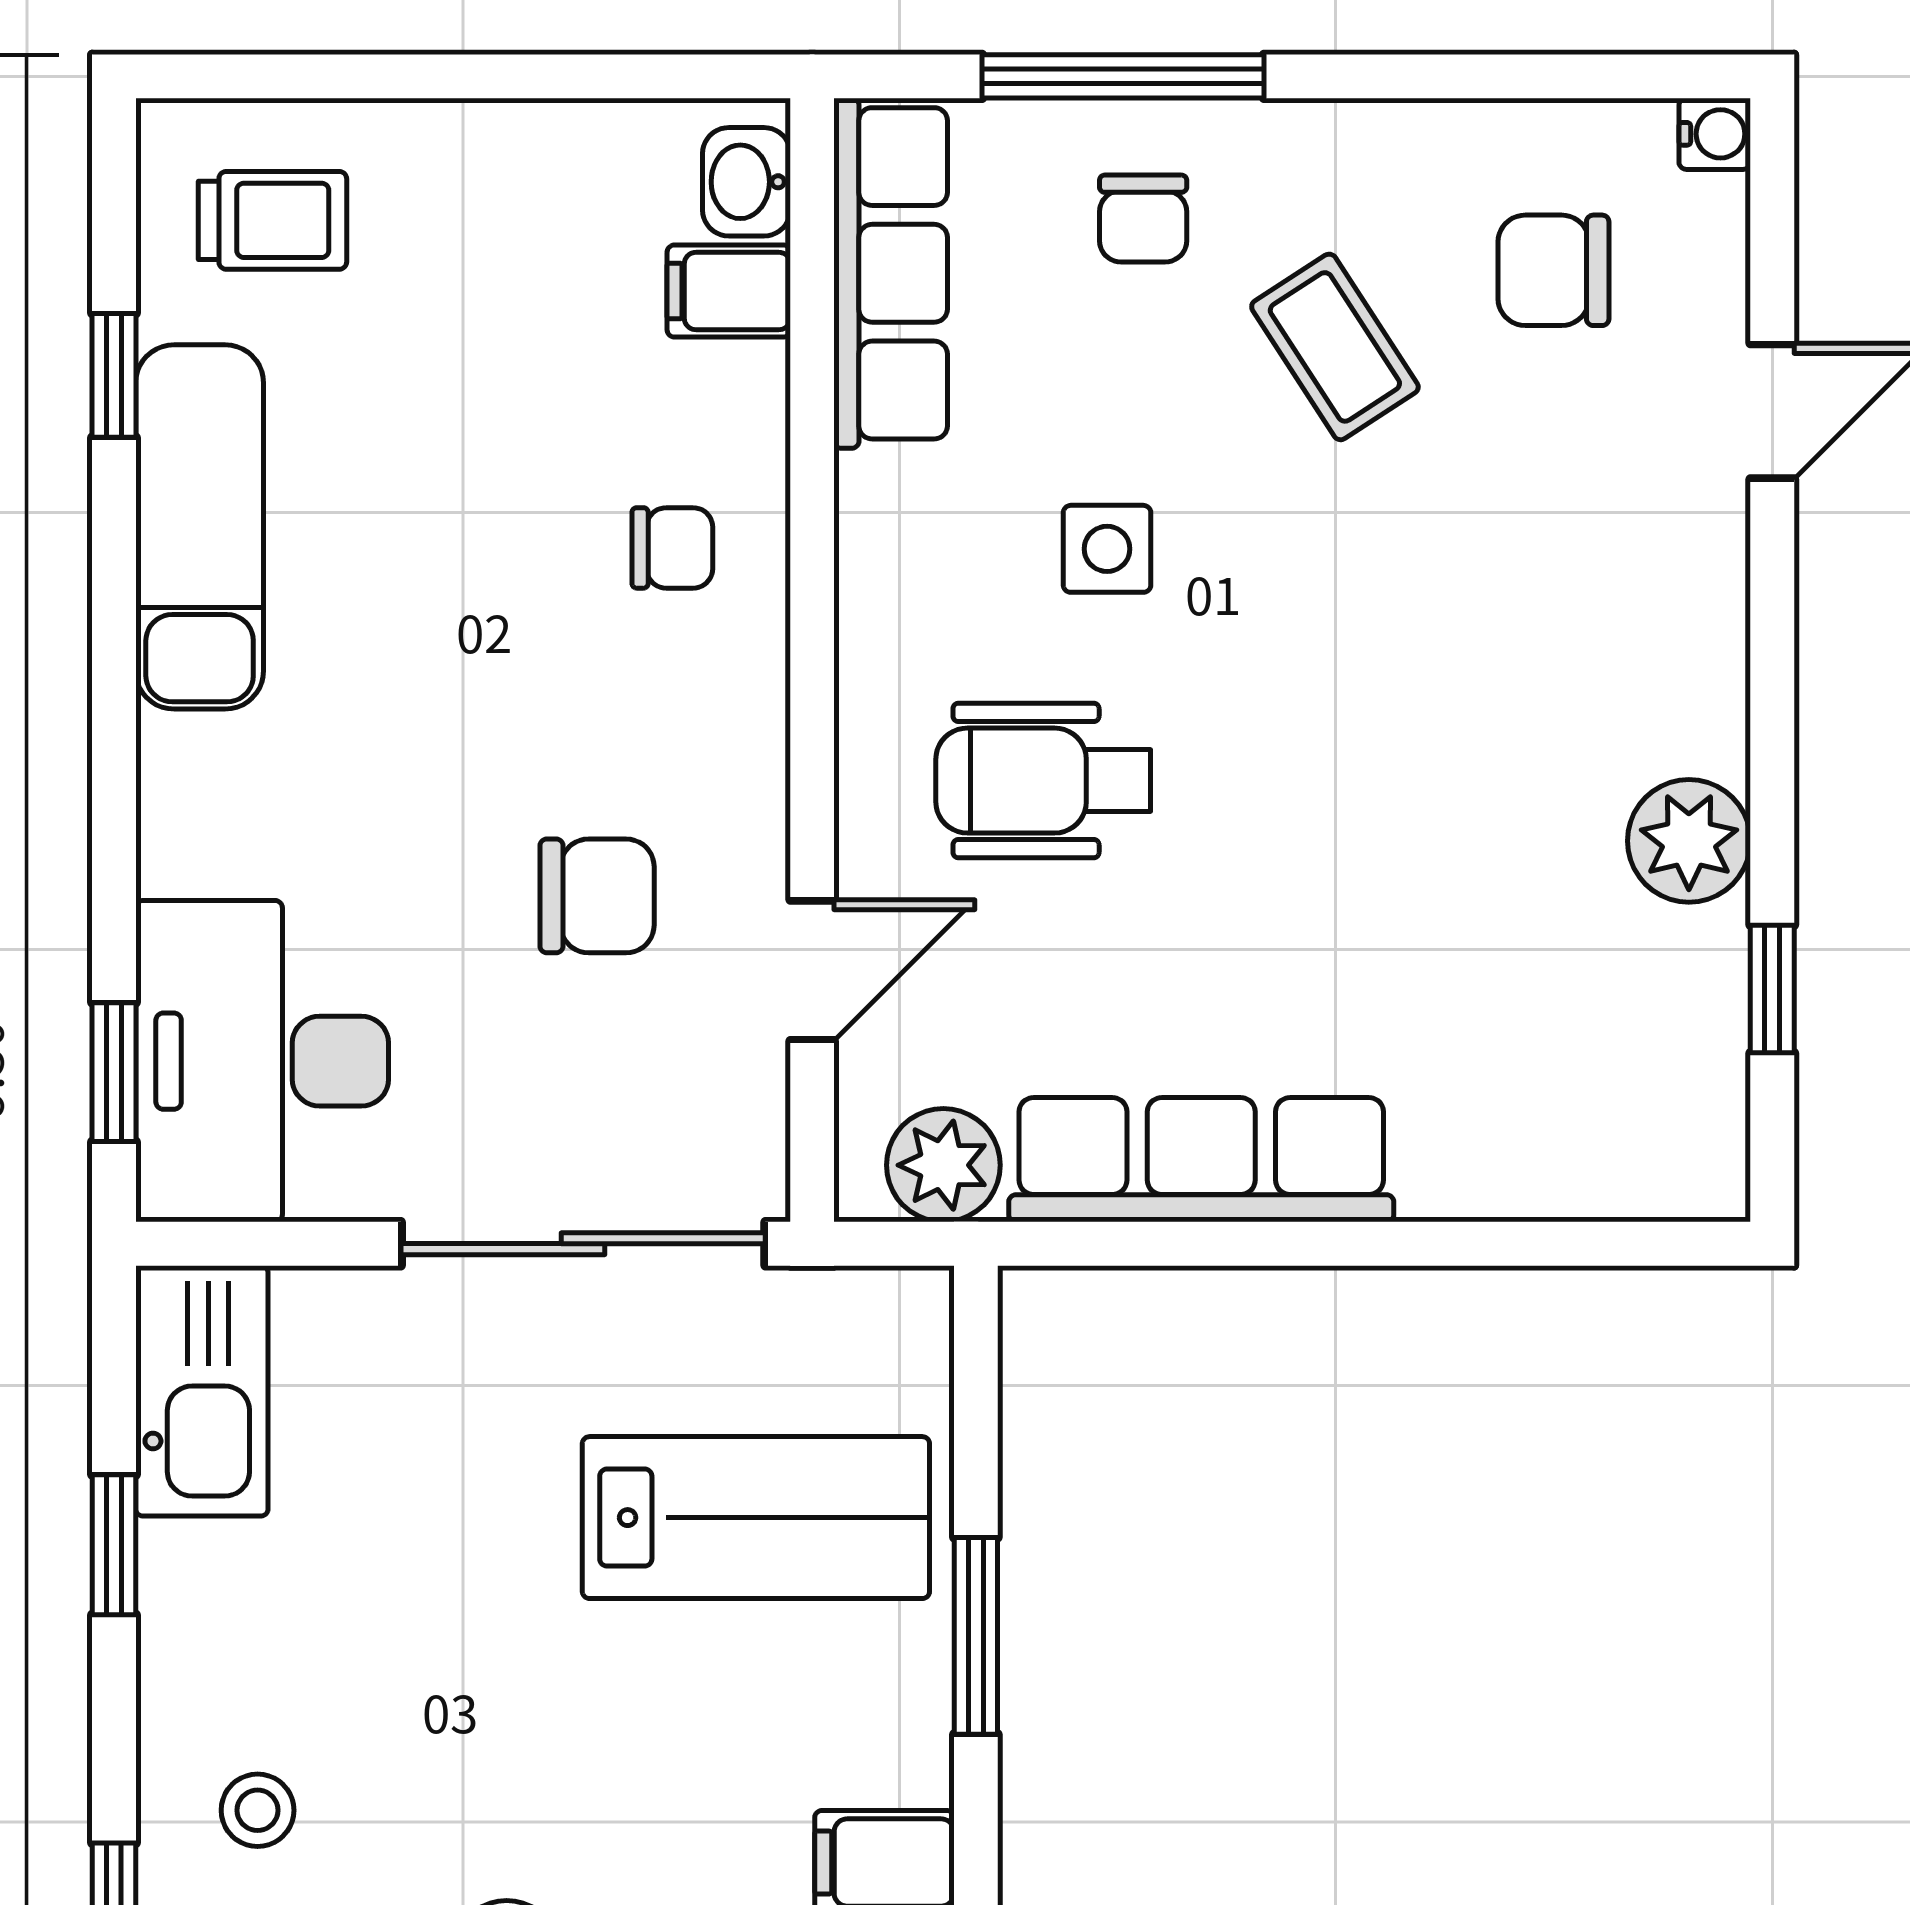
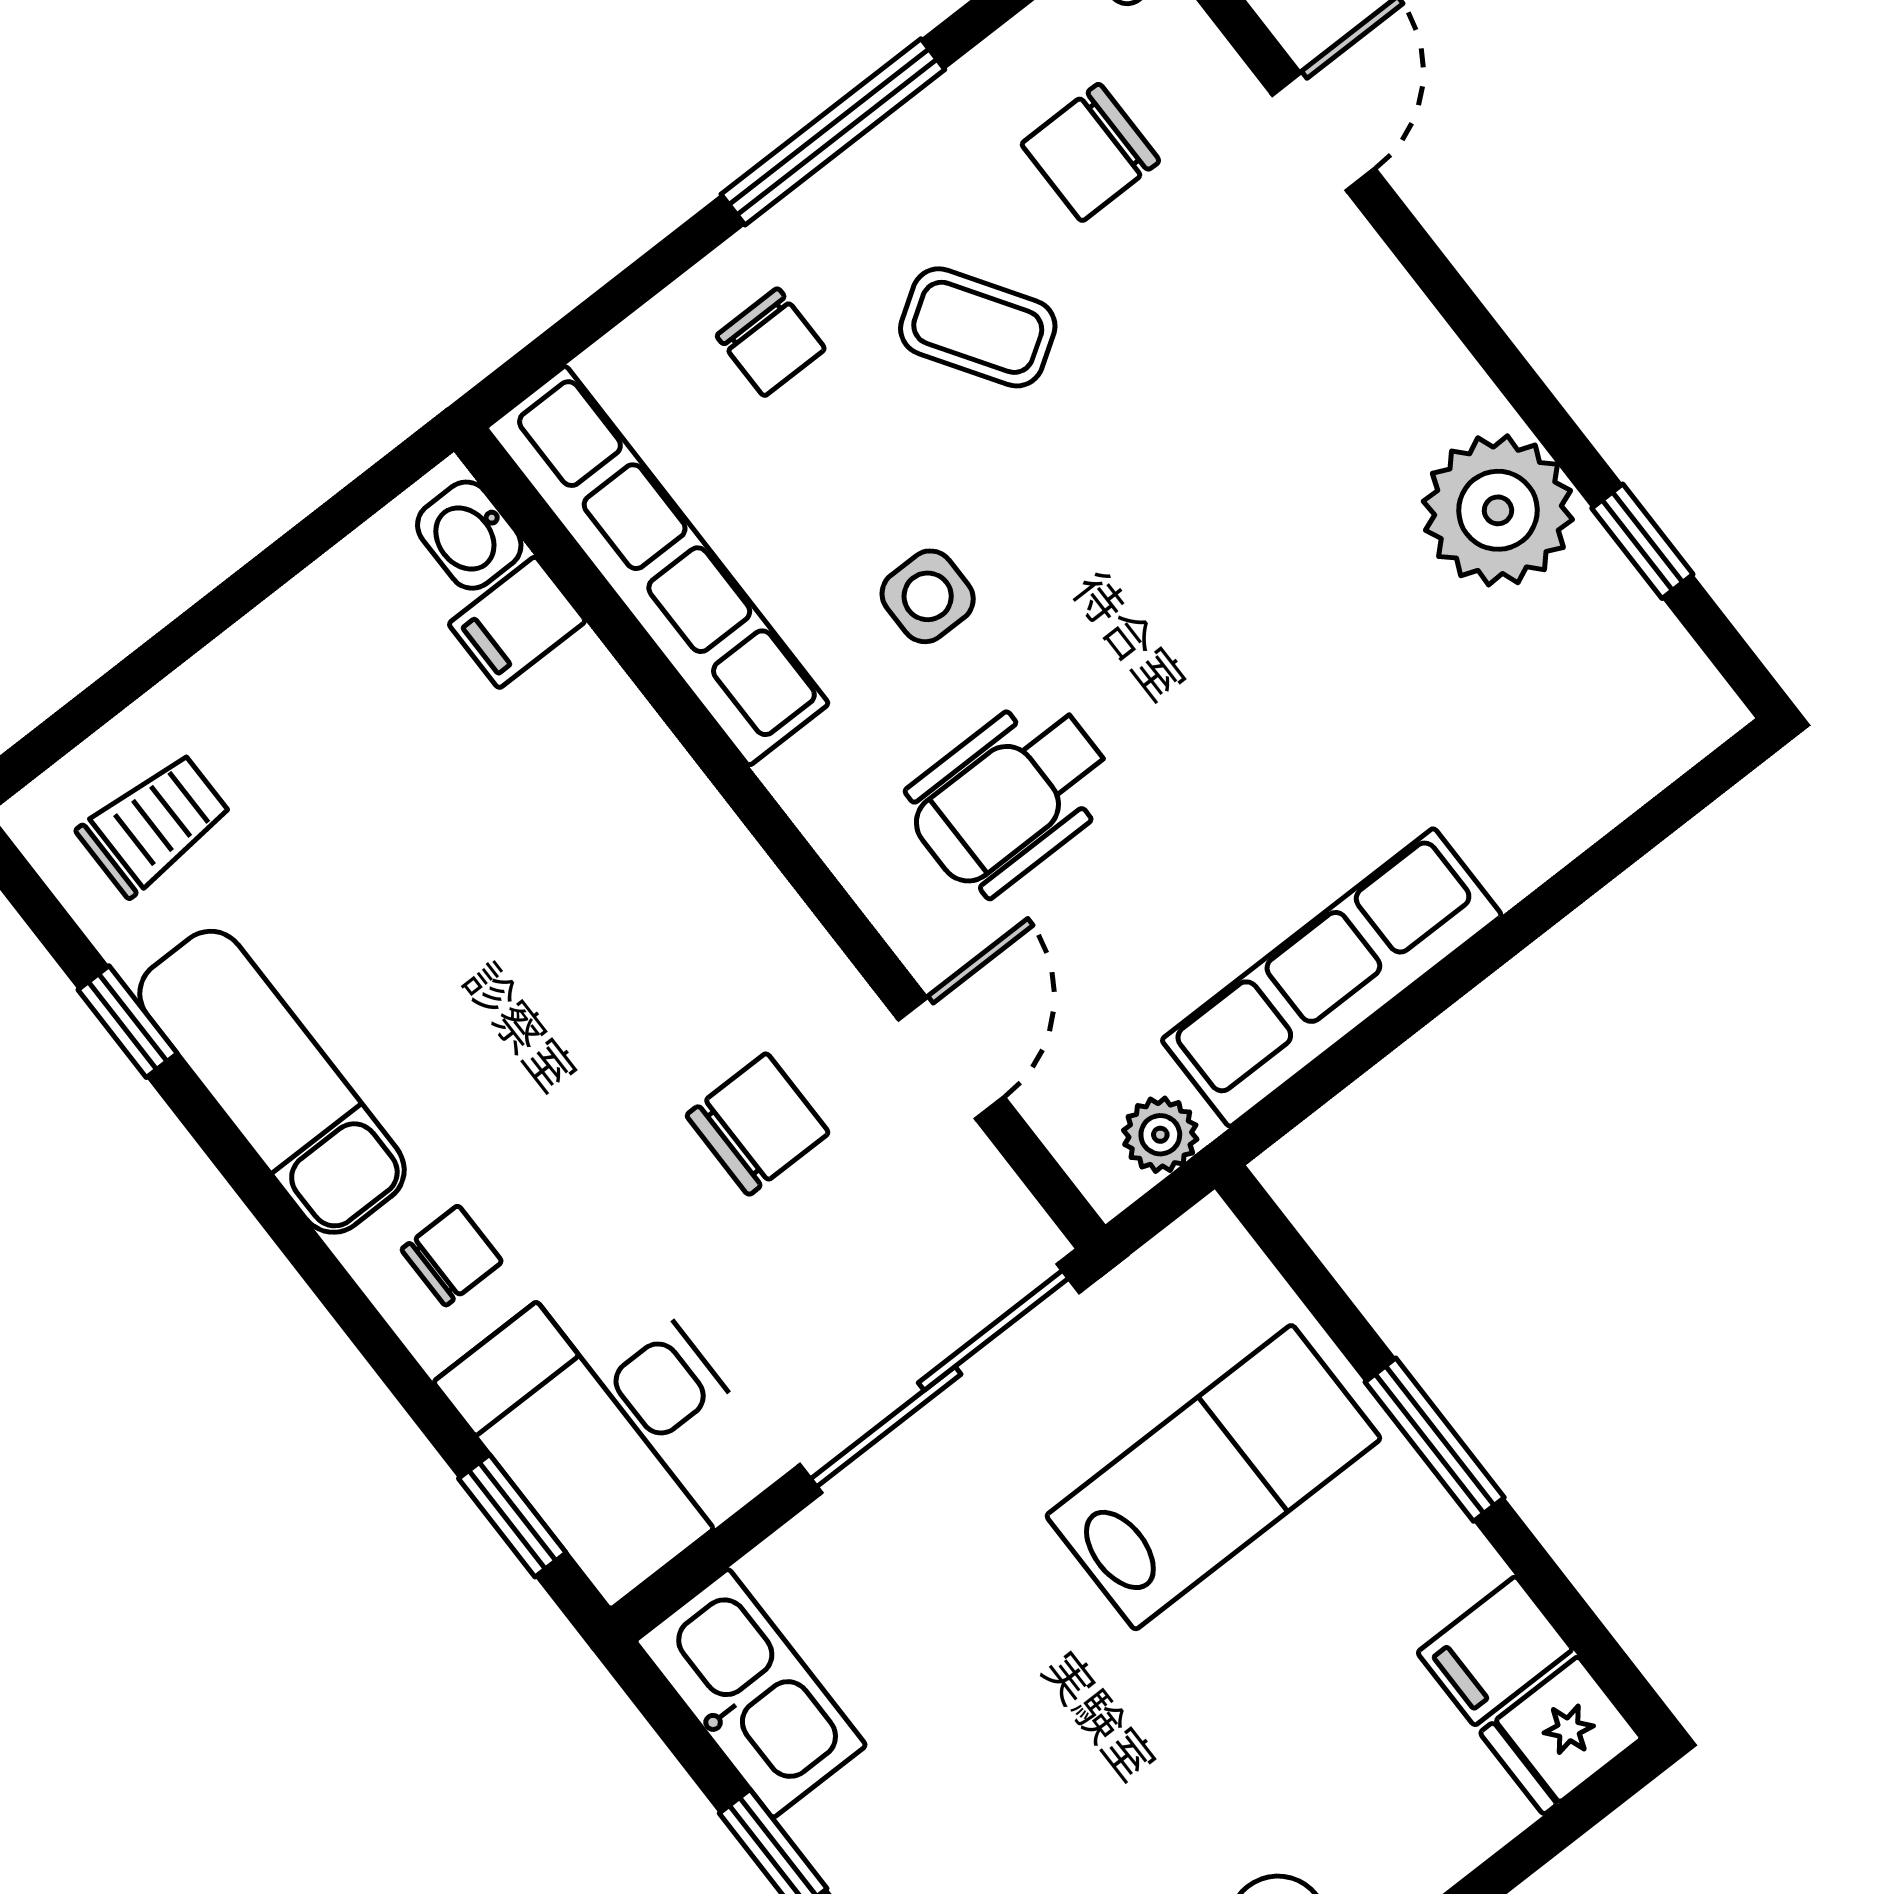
window: (1123, 76) -> (833, 132), moved
row of seats: (891, 273) -> (657, 566), width x1.36
chair: (672, 548) -> (452, 1256), moved
plant: (1689, 841) -> (1498, 510), width x1.36, depth x1.36
plant: (943, 1165) -> (1160, 1135), width x0.73, depth x0.73

